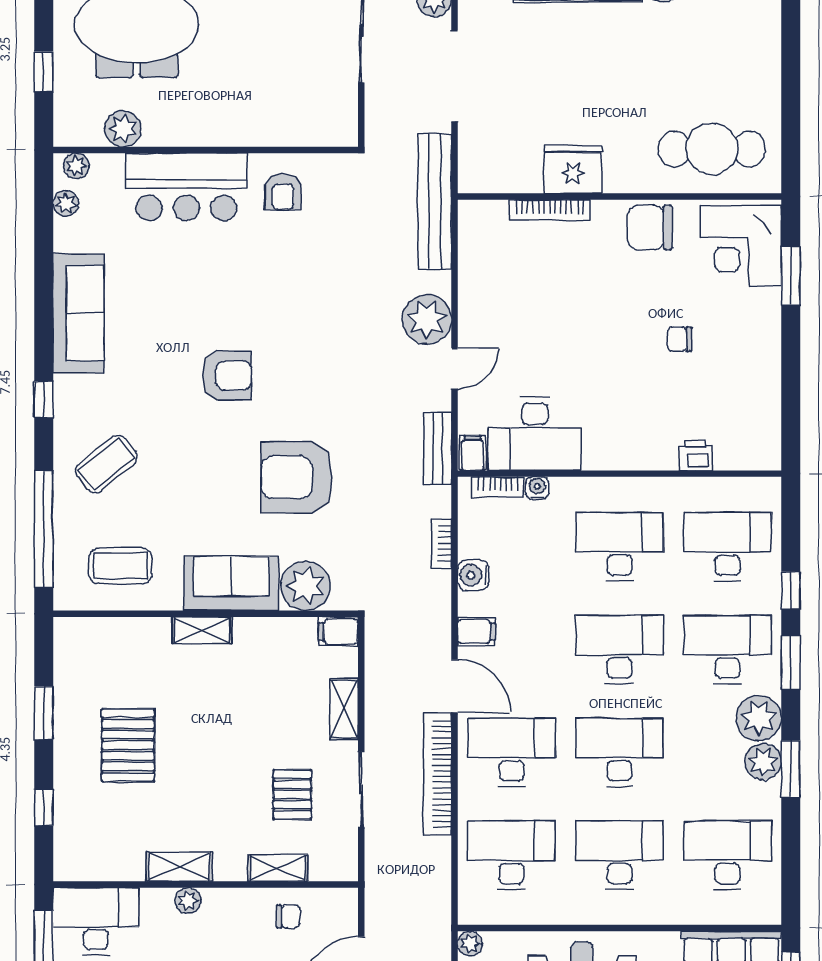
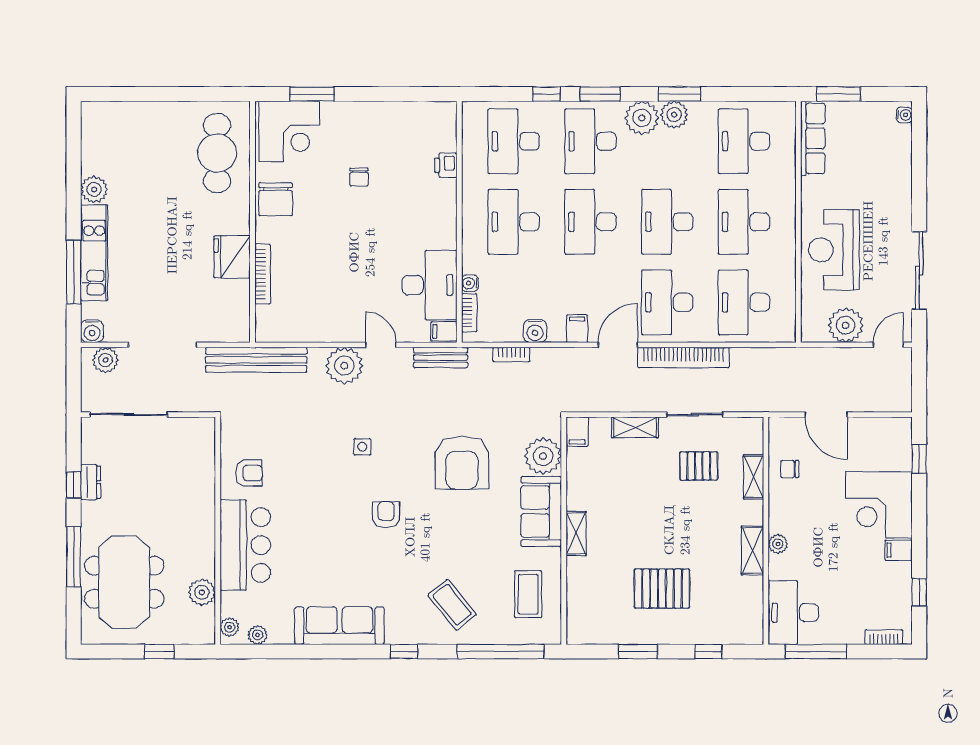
side table: (318, 344) -> (362, 447), added
armchair: (227, 375) -> (386, 515), width x0.72, depth x0.72
chair: (288, 916) -> (790, 469), turned -90
plant: (470, 943) -> (810, 333), removed

